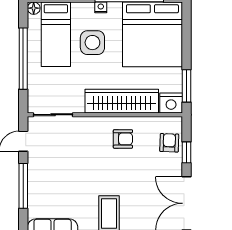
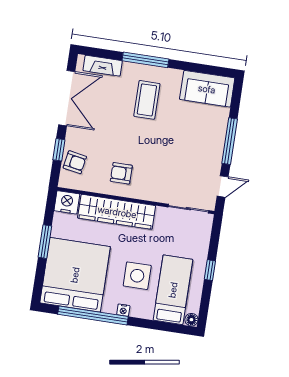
window: (23, 59) -> (210, 270), width x0.32
window: (187, 86) -> (45, 242), moved
armchair: (169, 143) -> (75, 162), turned -82

